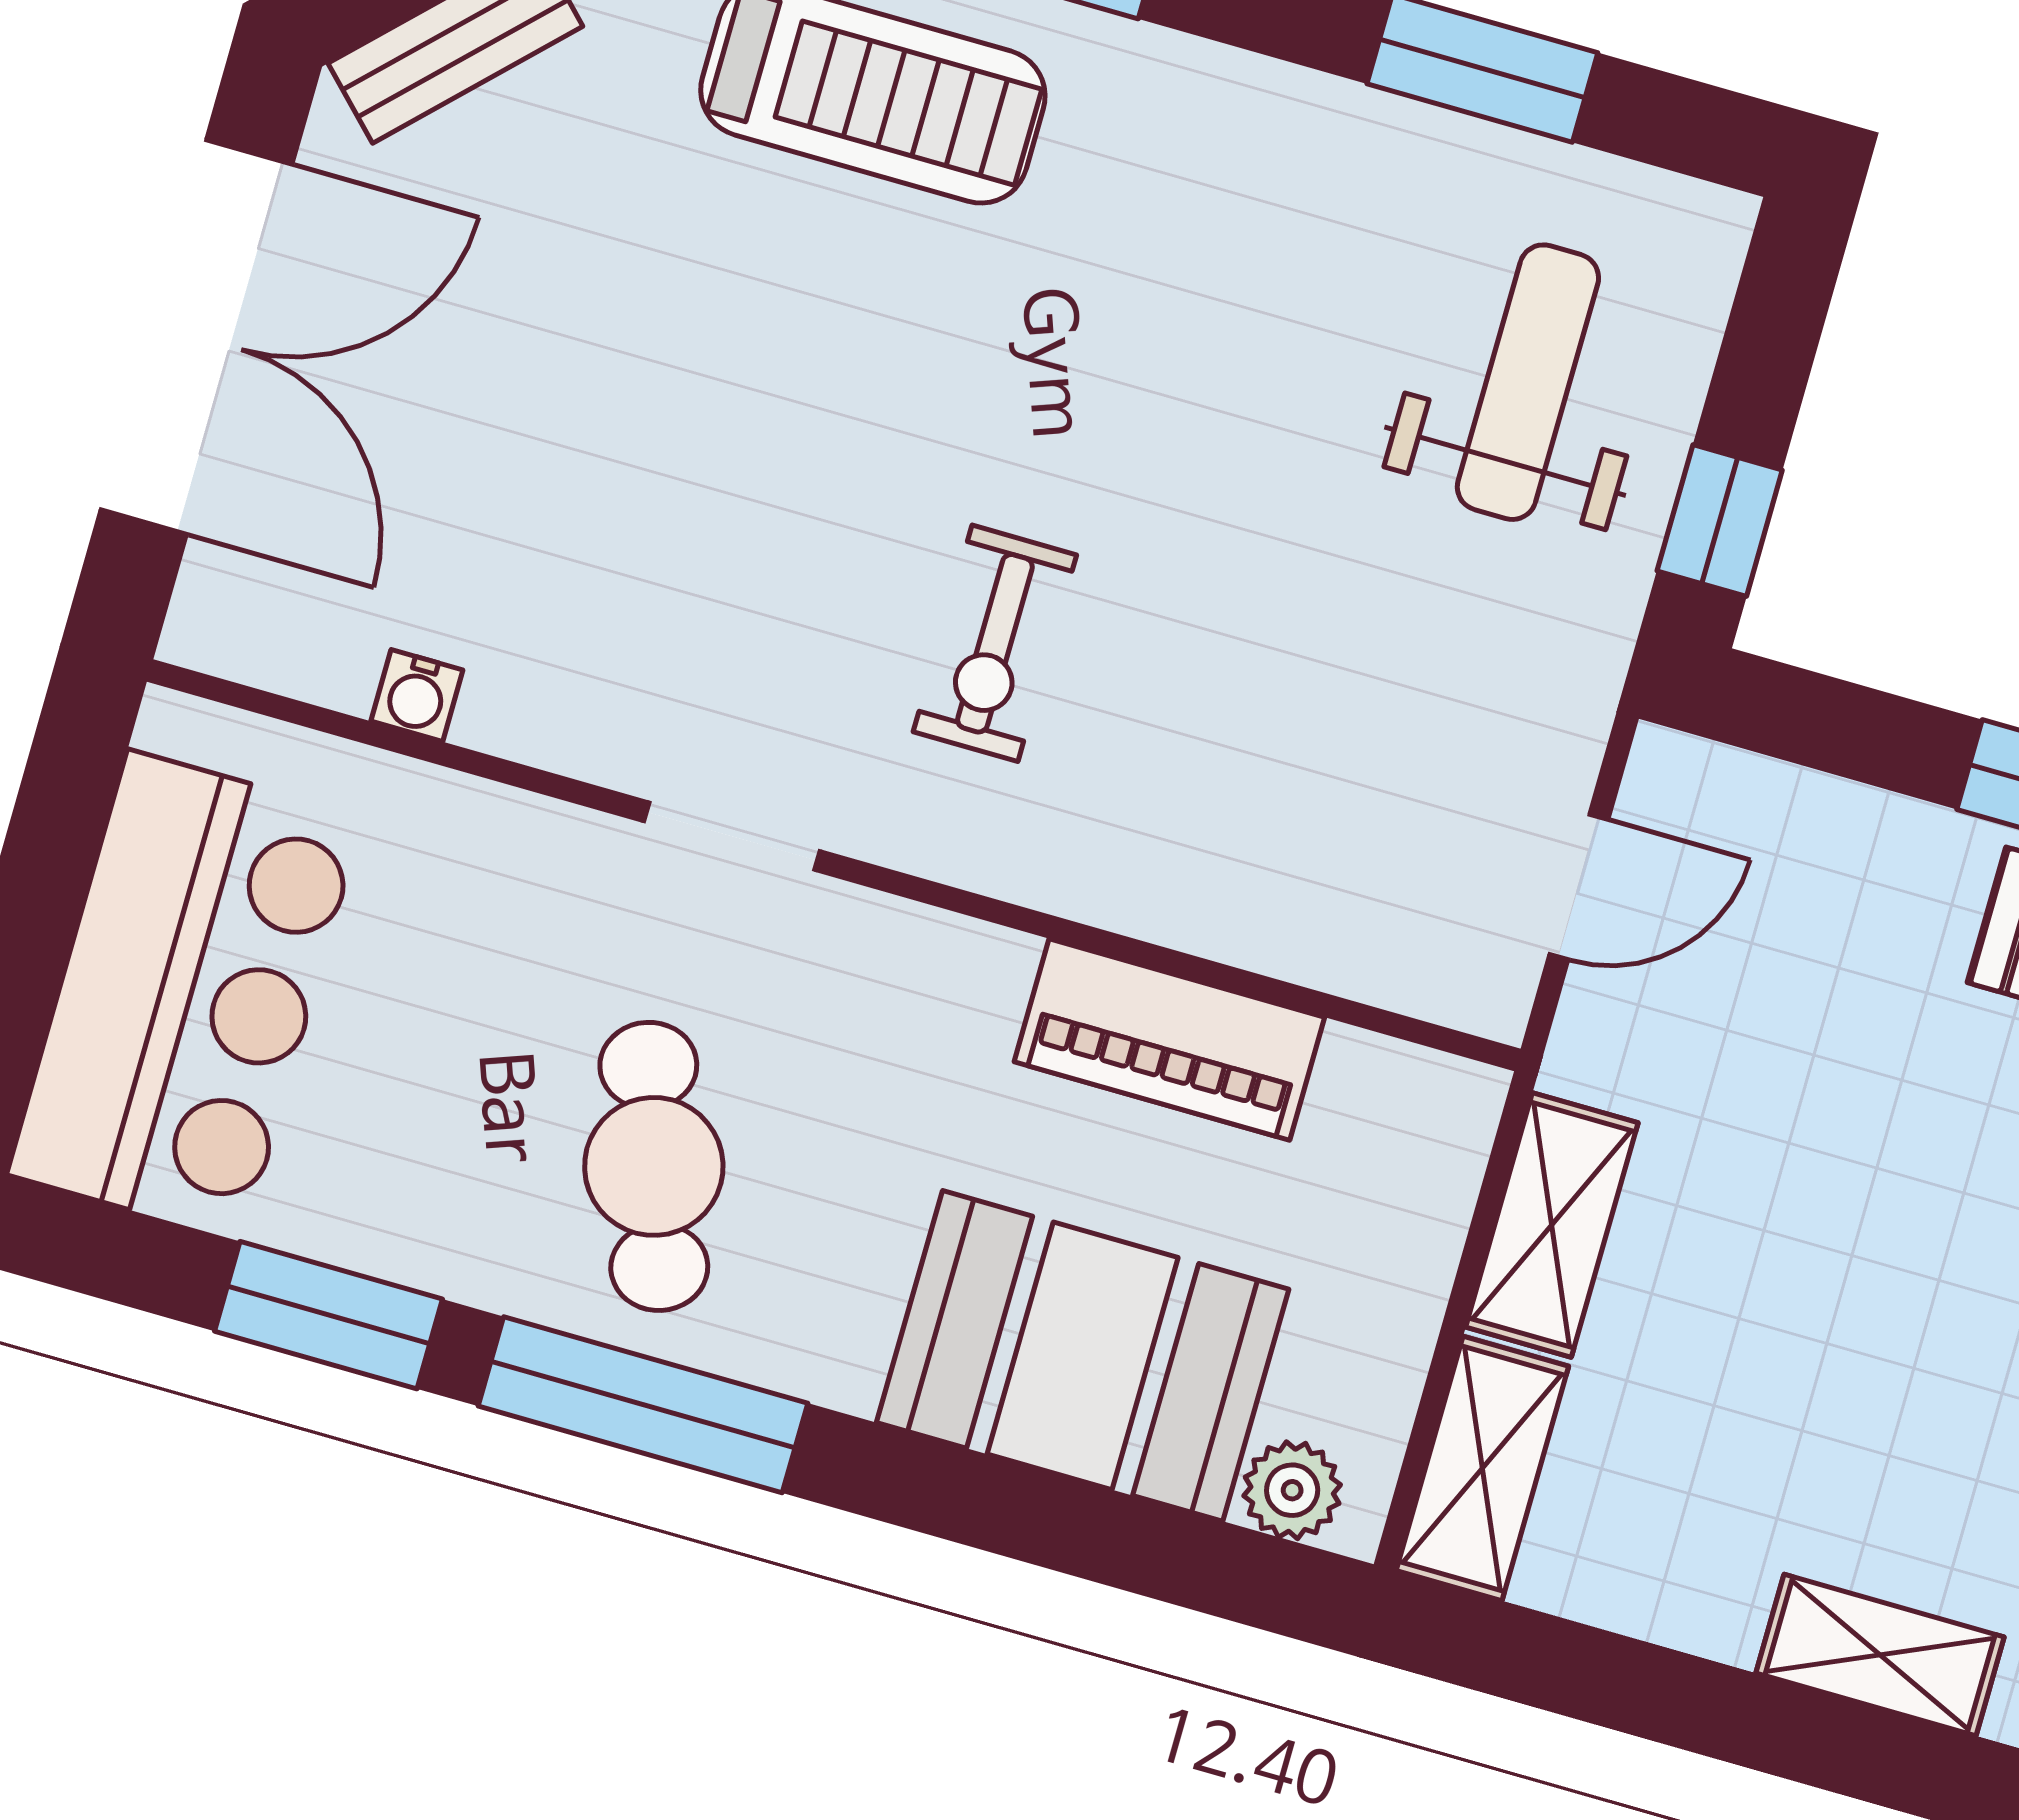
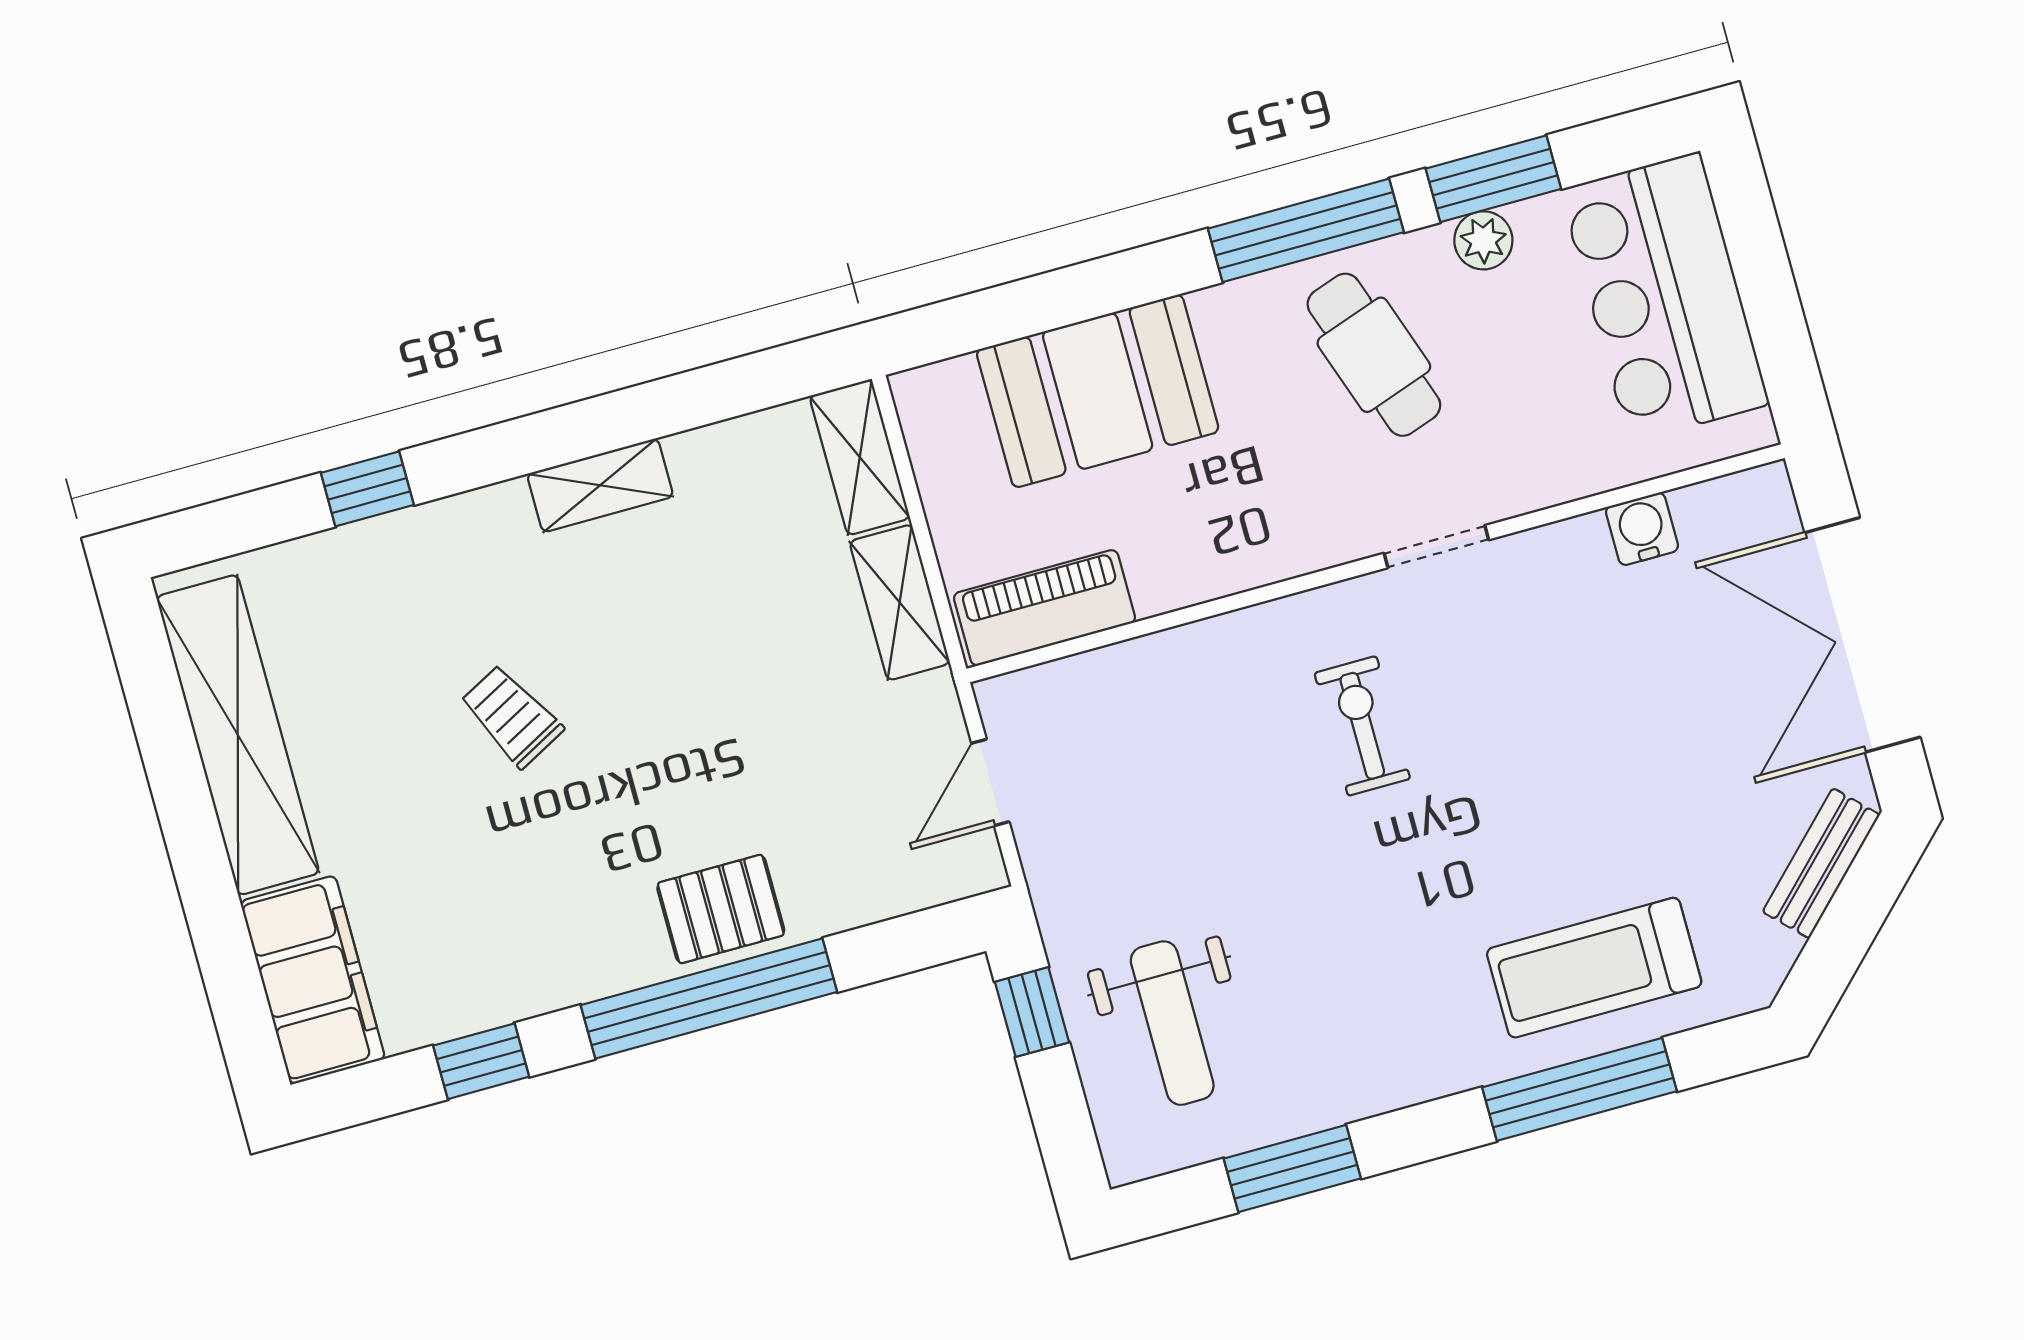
water cooler: (417, 696) -> (1642, 529), width x1.38, depth x1.38
piano: (1169, 1040) -> (1044, 608), moved
plant: (1292, 1490) -> (1483, 240), moved

